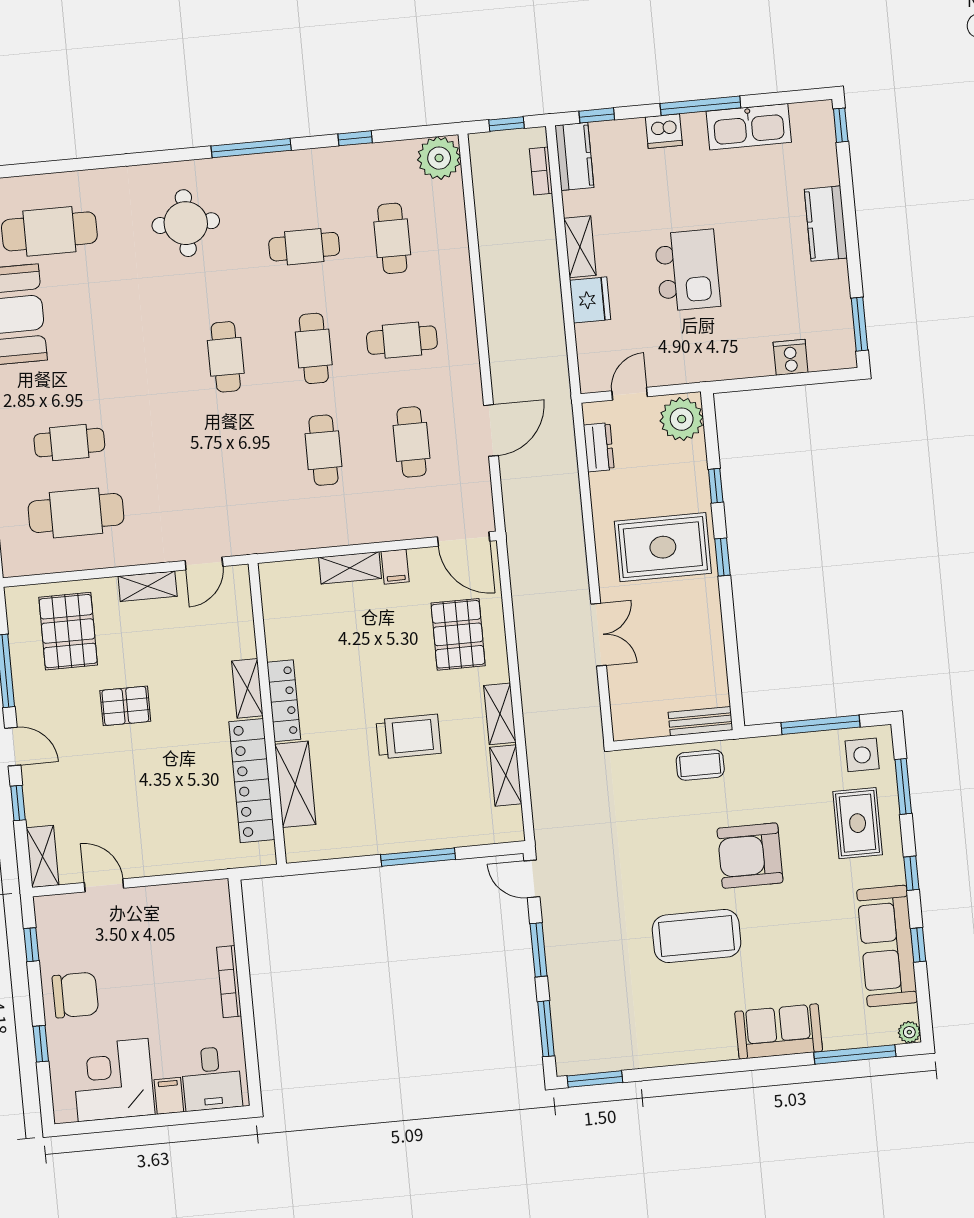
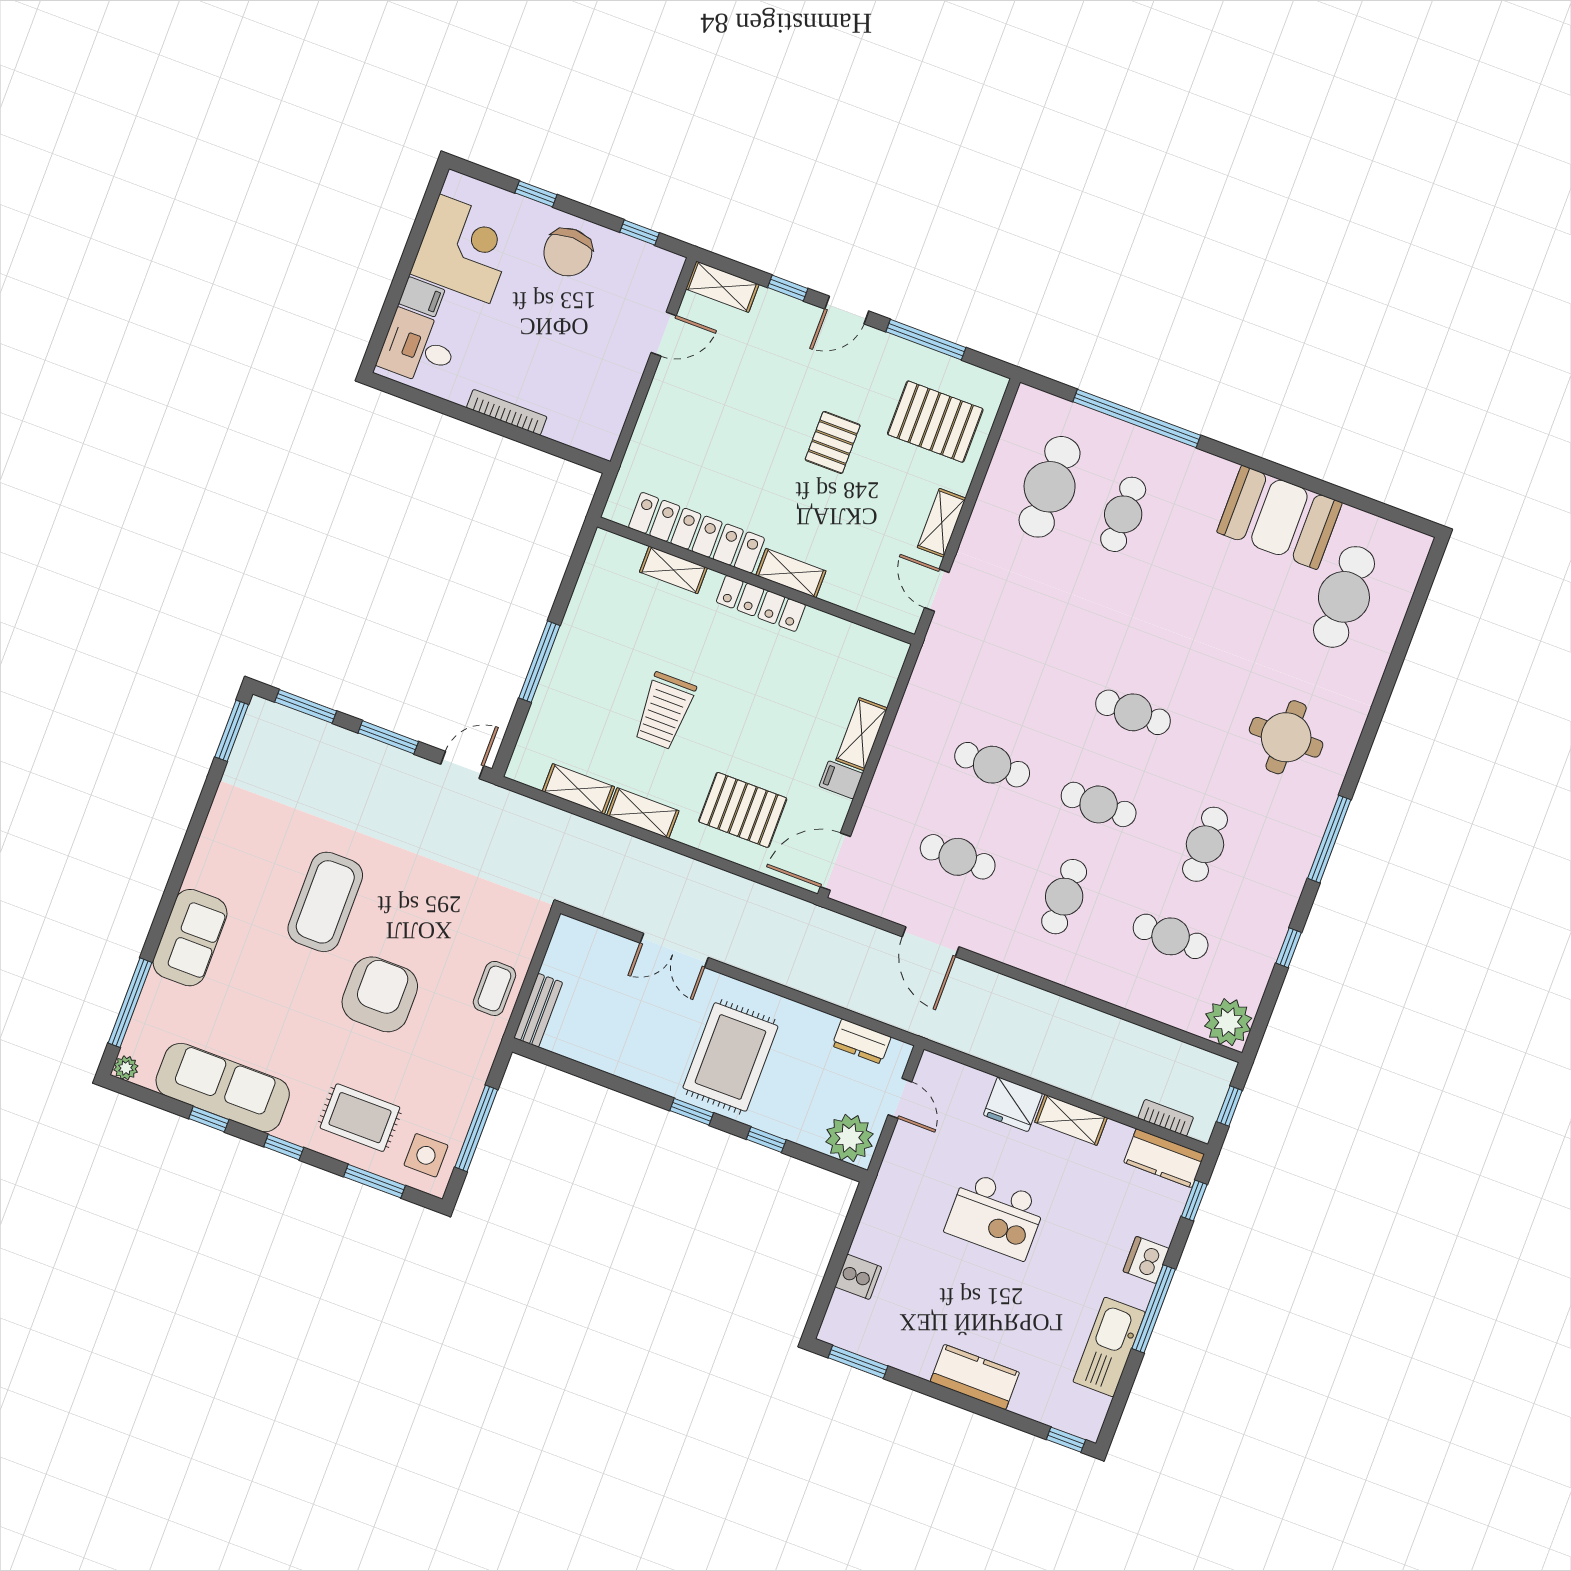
shelving: (295, 784) -> (673, 570), width x0.67, depth x0.75

